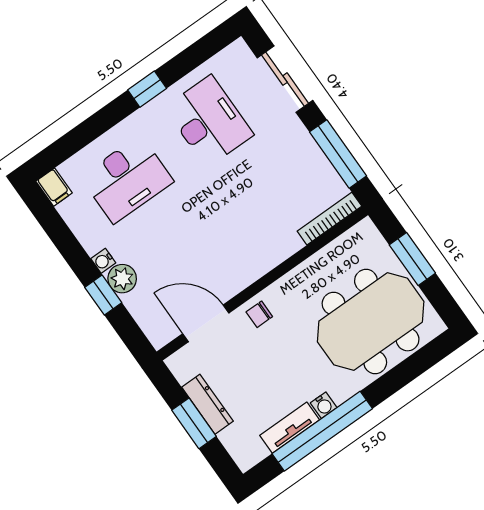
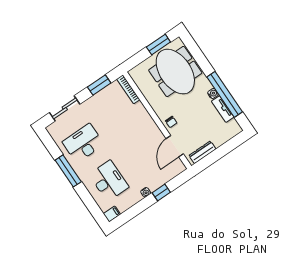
window: (147, 89) -> (68, 171), width x2.17
window: (338, 154) -> (99, 85), width x0.69
window: (412, 259) -> (158, 44), moved
plant: (122, 279) -> (154, 184), removed
dresser: (207, 404) -> (202, 152), moved
window: (194, 423) -> (220, 152), removed

